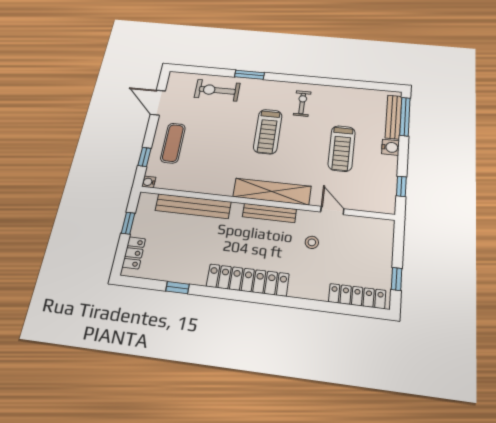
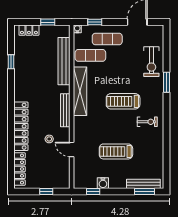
exercise bike: (217, 90) -> (151, 62), turned 180
window: (405, 117) -> (144, 191), width x0.69
water cooler: (390, 147) -> (103, 183), moved
exercise mat: (192, 168) -> (90, 55), added
shelving: (272, 191) -> (80, 91), moved
door: (332, 210) -> (72, 149), swing flipped
window: (397, 279) -> (46, 191), moved
locker: (248, 280) -> (21, 126), moved

